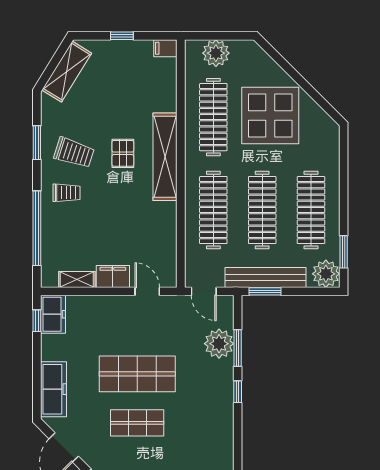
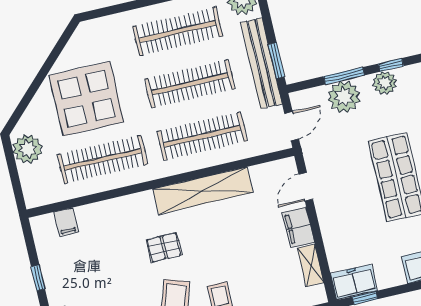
filing cabinet: (165, 48) -> (66, 222), moved
plant: (216, 53) -> (28, 149), moved
shelving: (165, 157) -> (203, 191), moved
plant: (223, 382) -> (385, 83), added

